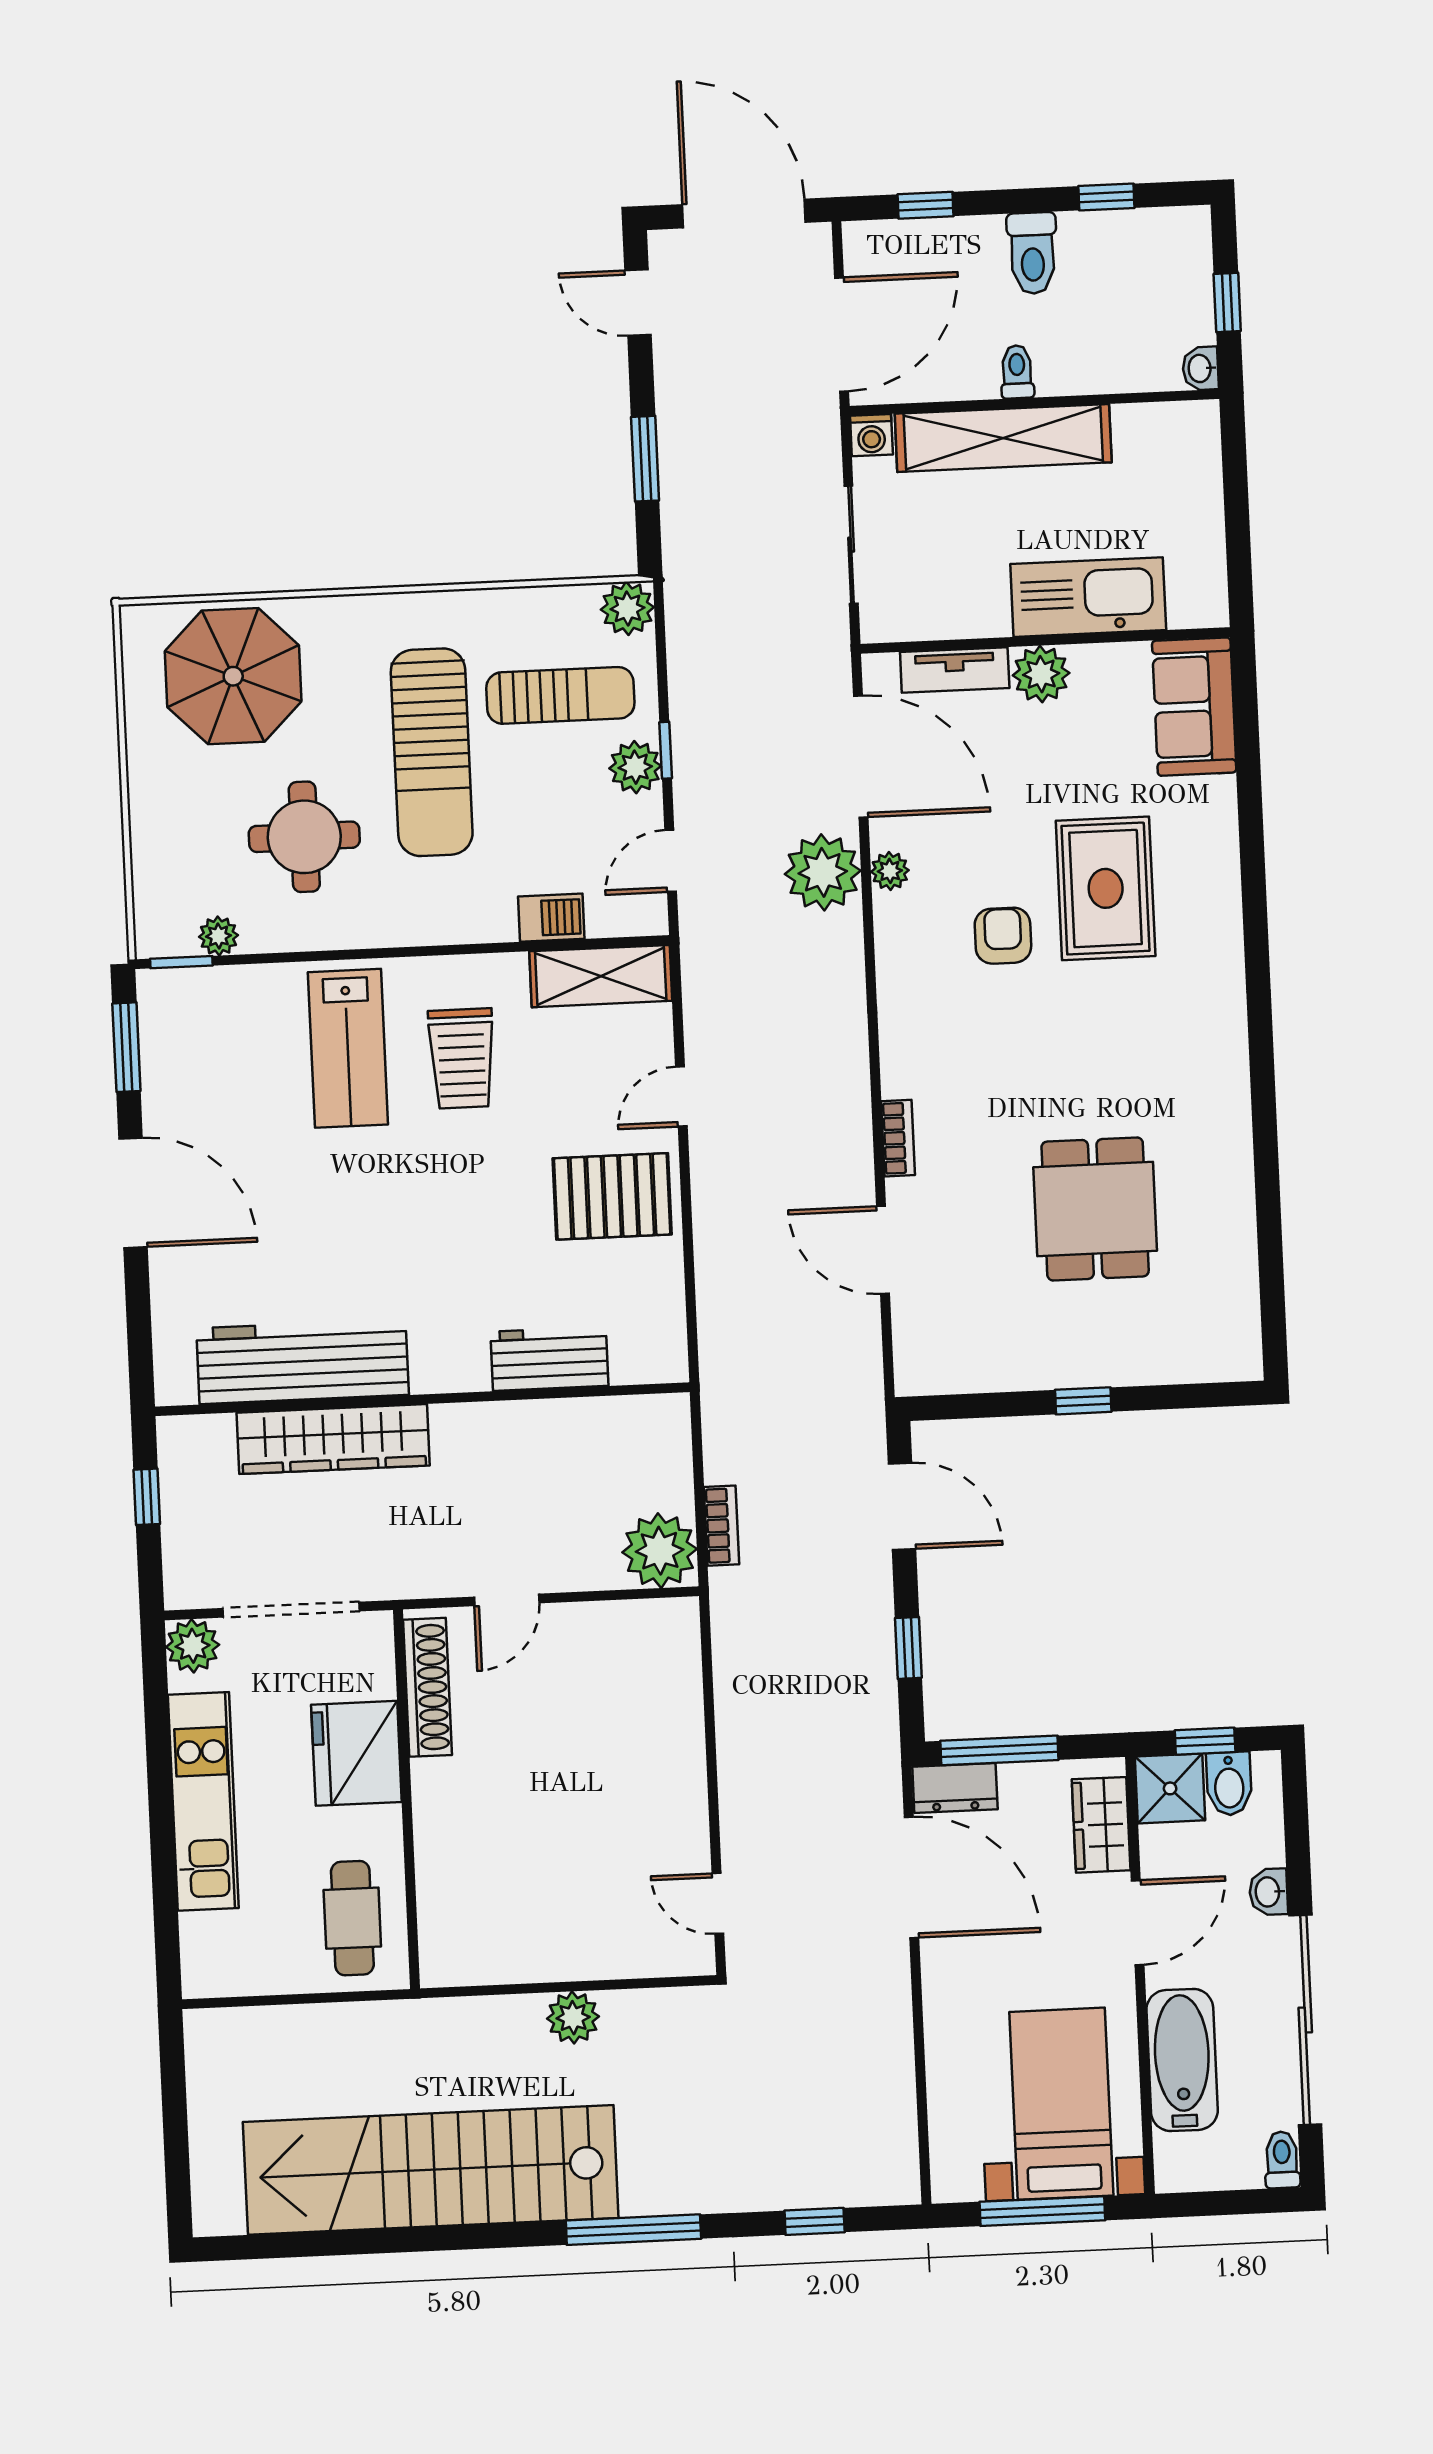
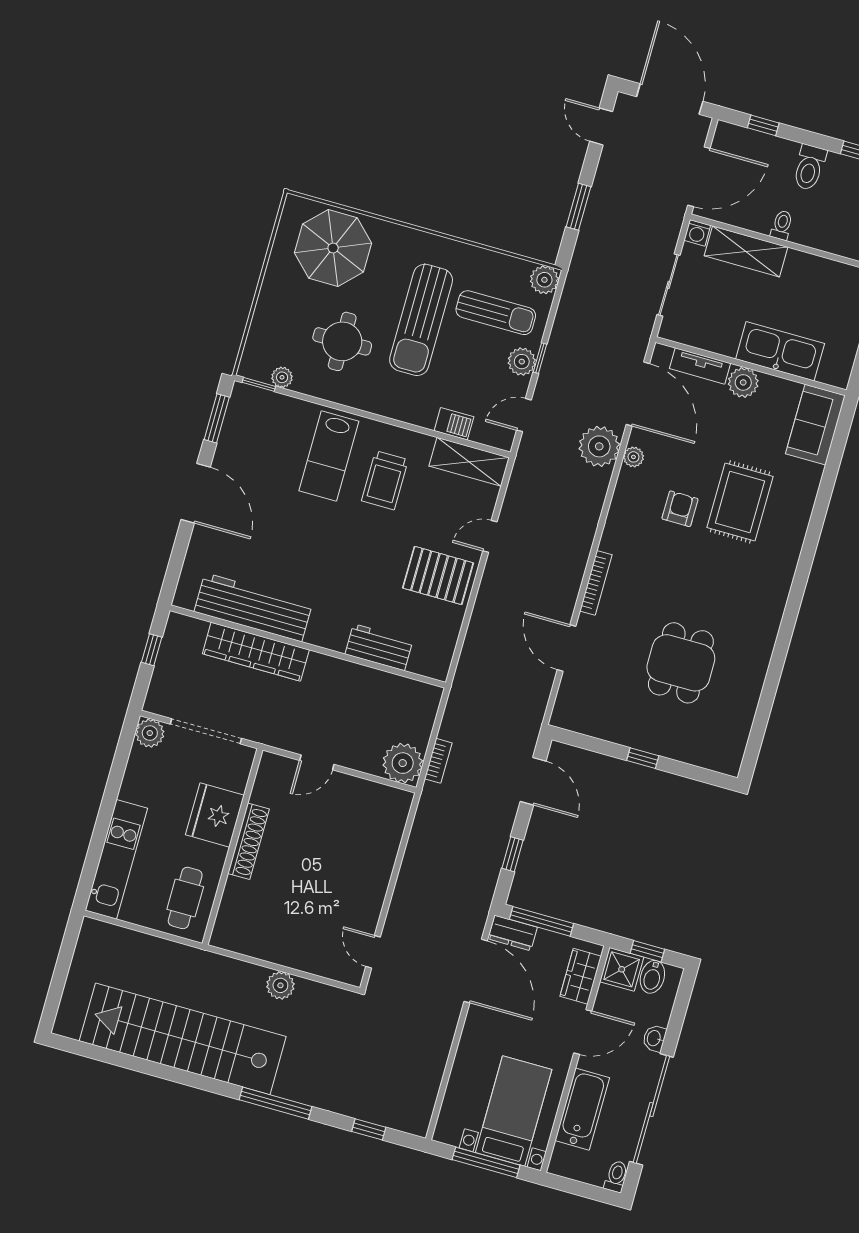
shelving: (1003, 438) -> (746, 251), width x0.68
bookcase: (898, 1138) -> (596, 583), width x1.56
shoe rack: (428, 1687) -> (249, 841), moved
kitchen unit: (203, 1801) -> (116, 859), moved

